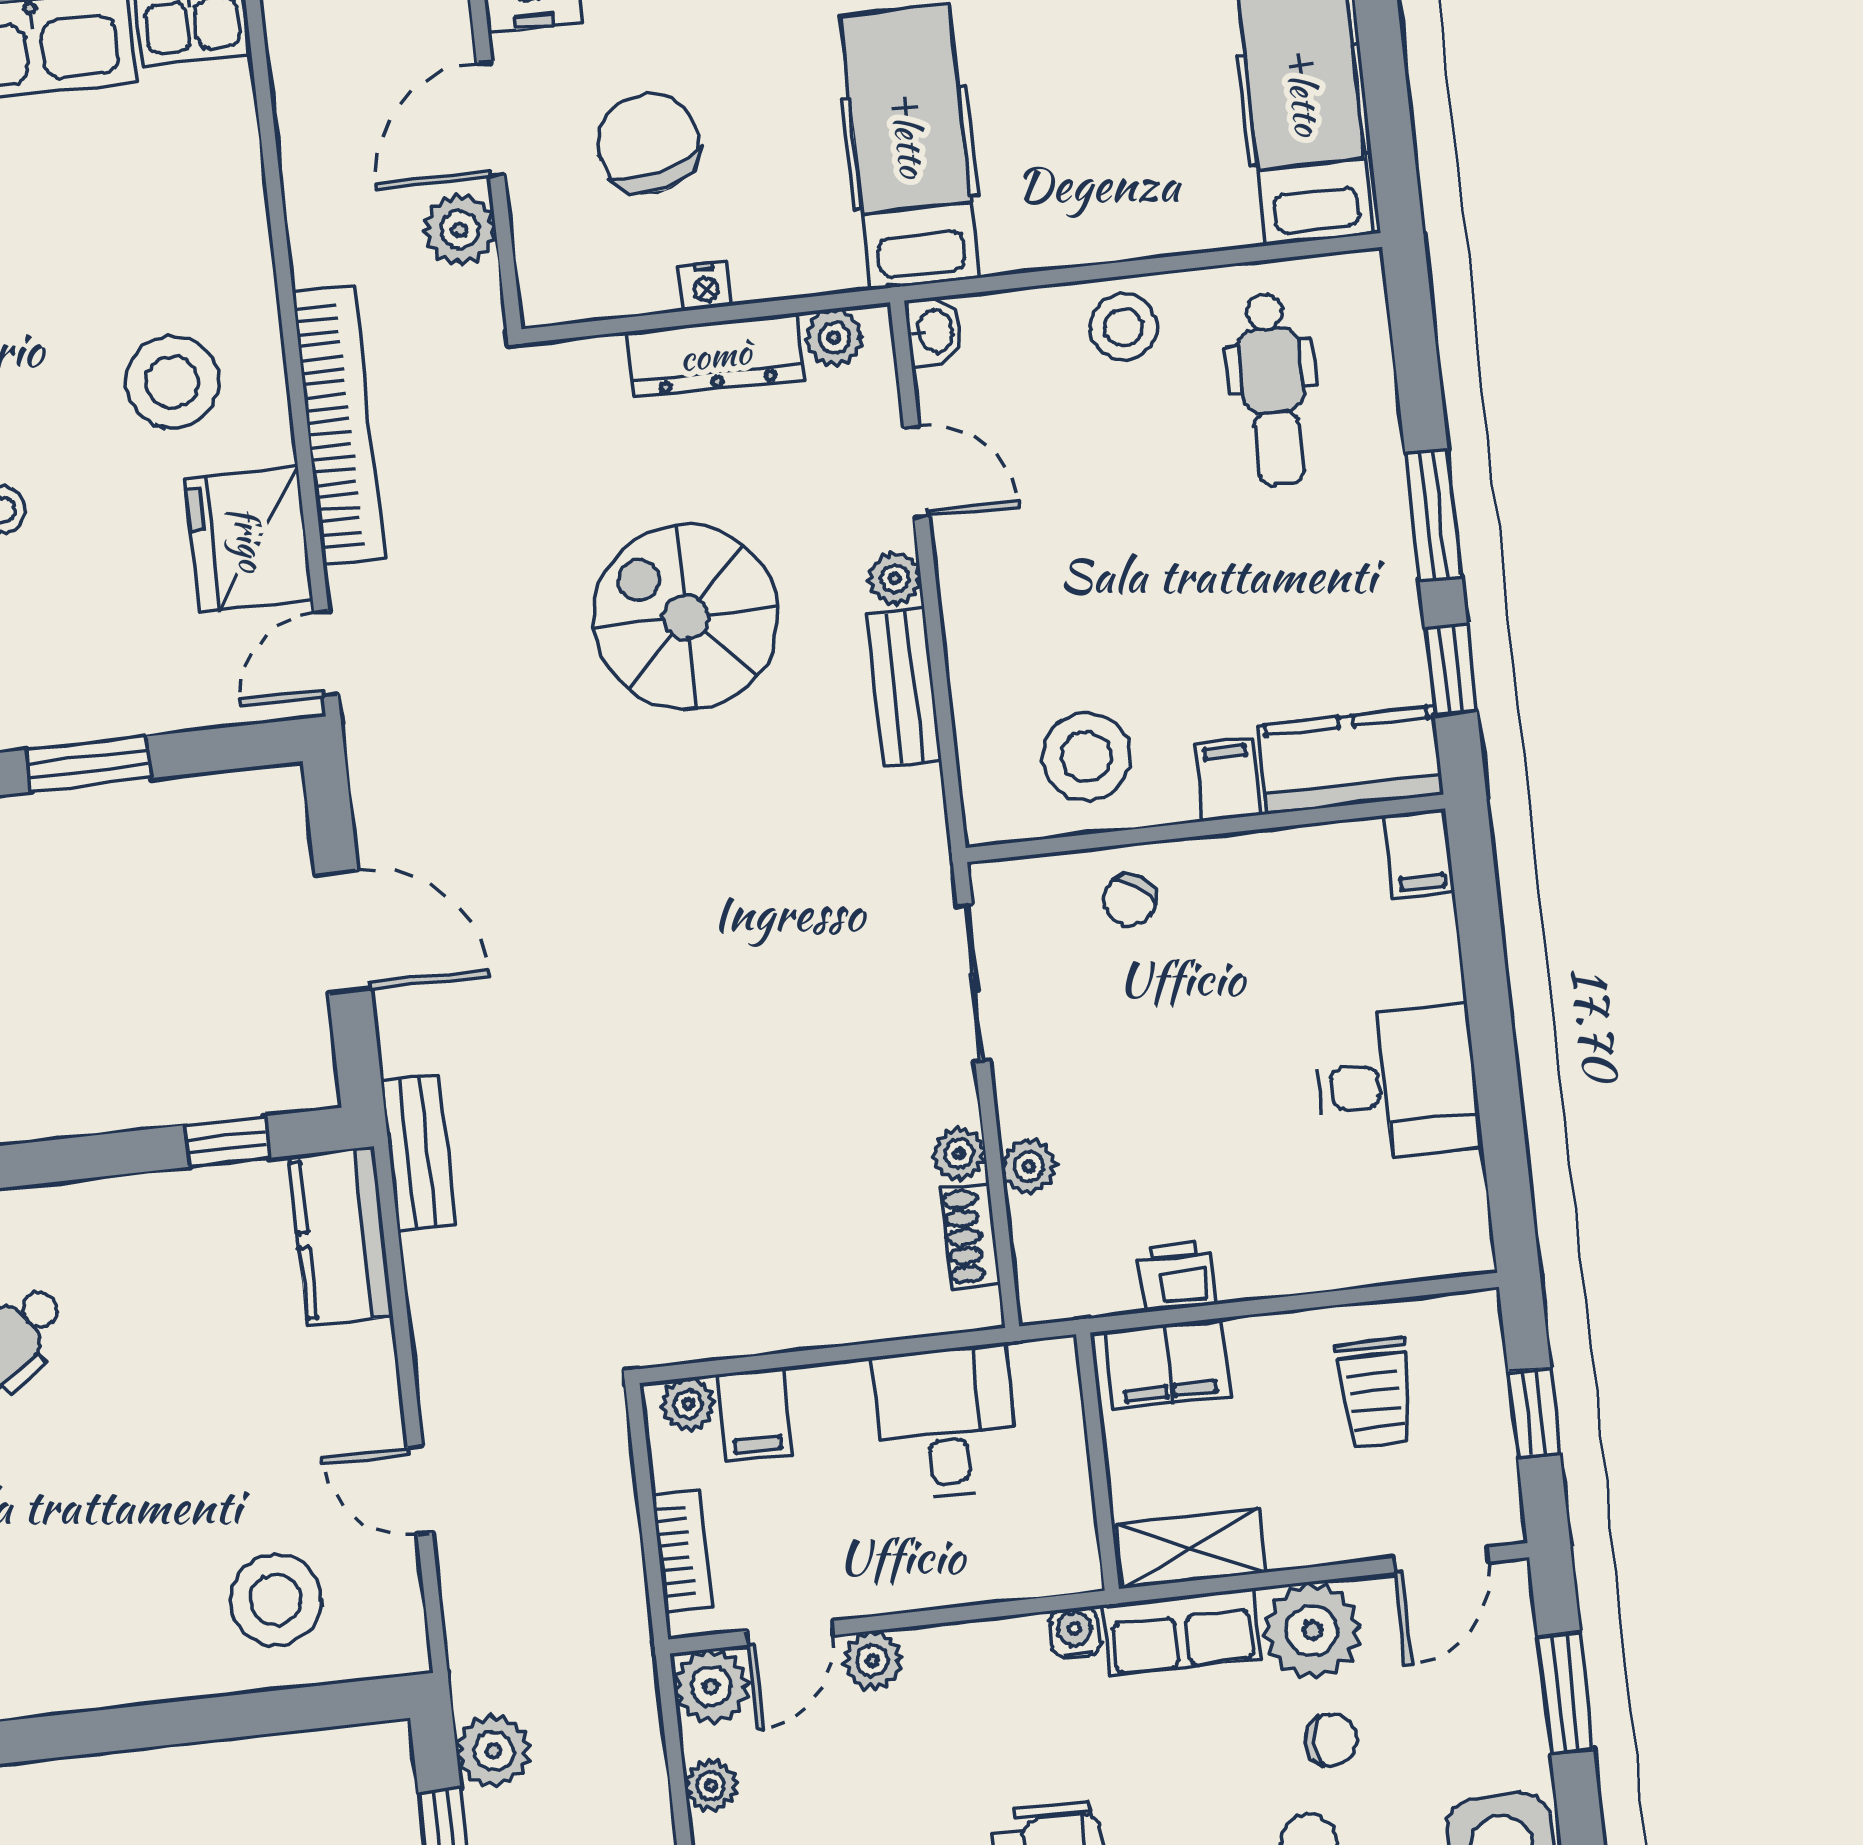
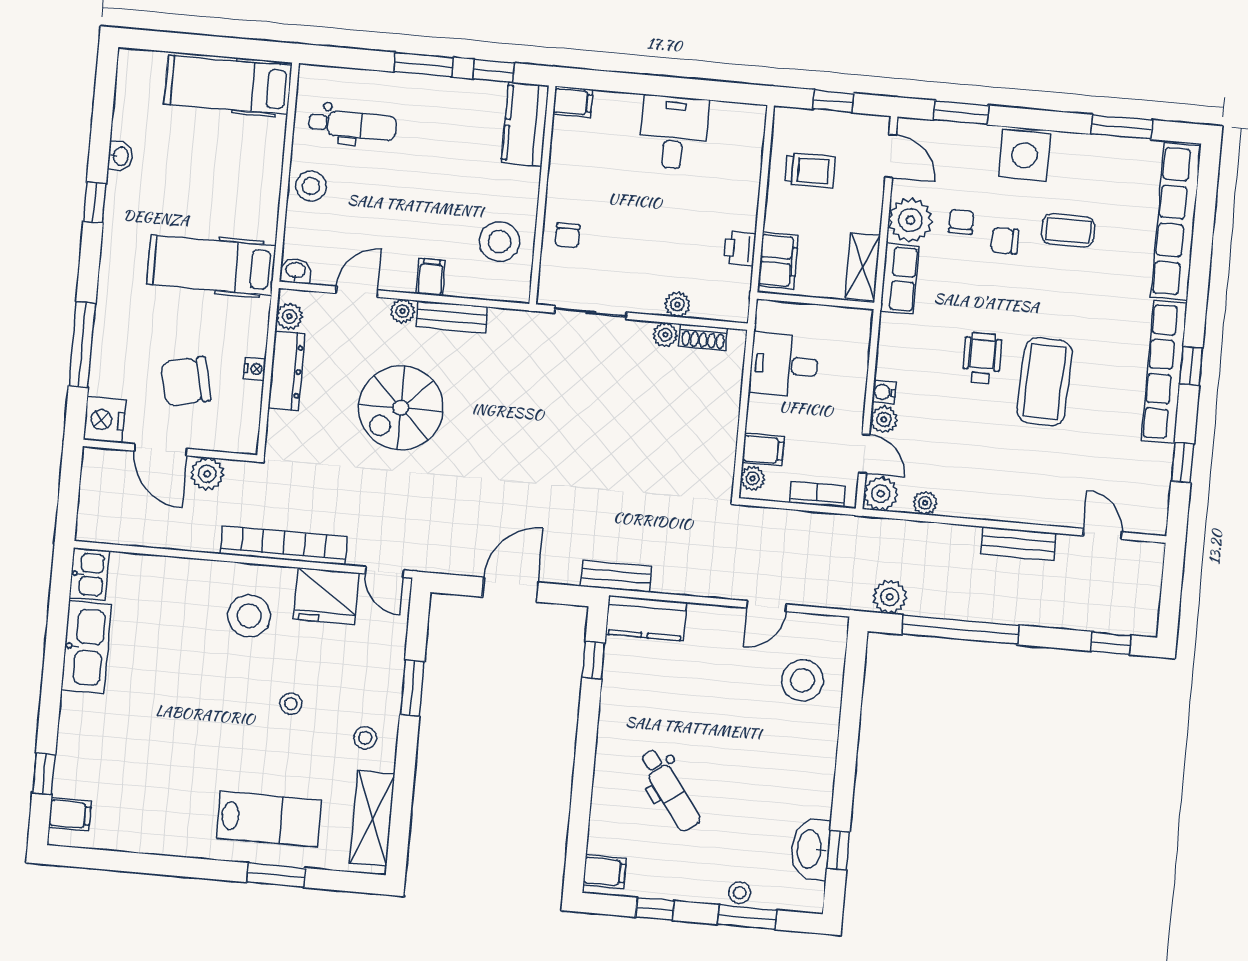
filing cabinet: (1228, 779) -> (431, 277), moved, turned 90
chair: (1129, 900) -> (567, 235), turned 55
water cooler: (1075, 1633) -> (884, 392), moved

